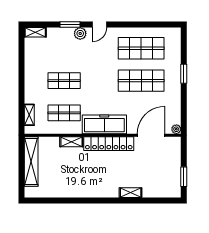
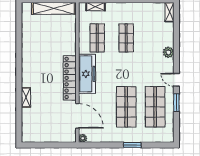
window: (70, 24) -> (176, 103), moved
door: (99, 24) -> (176, 80), moved
shelving: (71, 142) -> (71, 44), removed
window: (184, 177) -> (40, 145), removed

